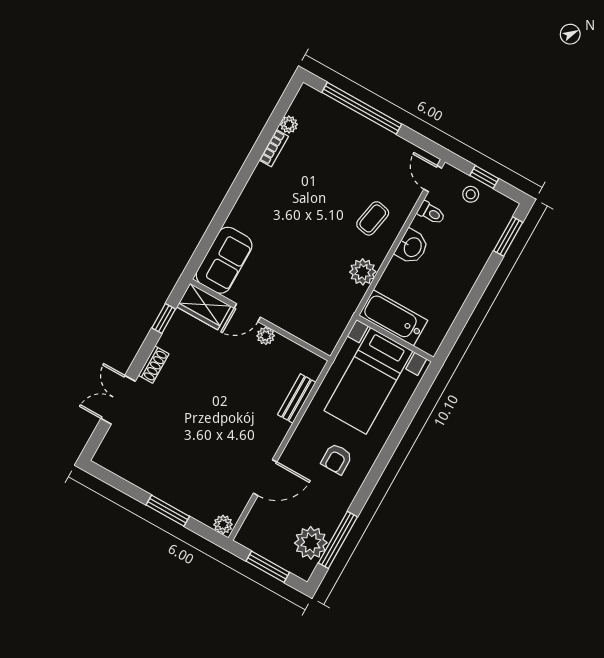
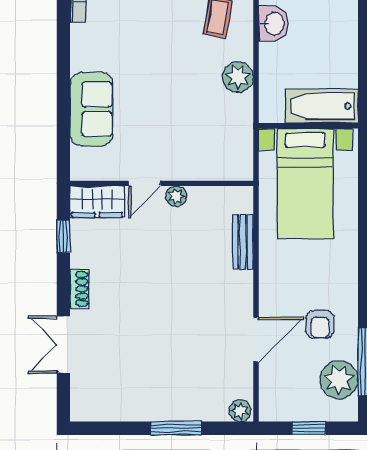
sofa: (224, 260) -> (91, 109), moved
bathtub: (393, 318) -> (322, 106), moved
armchair: (337, 459) -> (320, 324), moved
window: (268, 567) -> (309, 428), width x0.67

